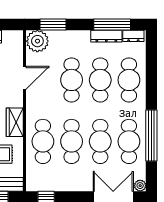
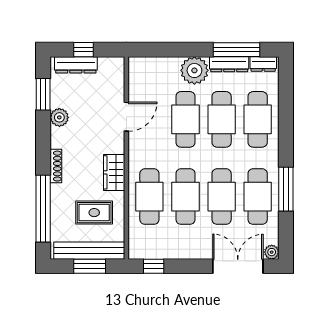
window: (53, 25) -> (162, 50), removed
plant: (37, 41) -> (194, 70), moved
window: (151, 135) -> (286, 189), width x0.68

